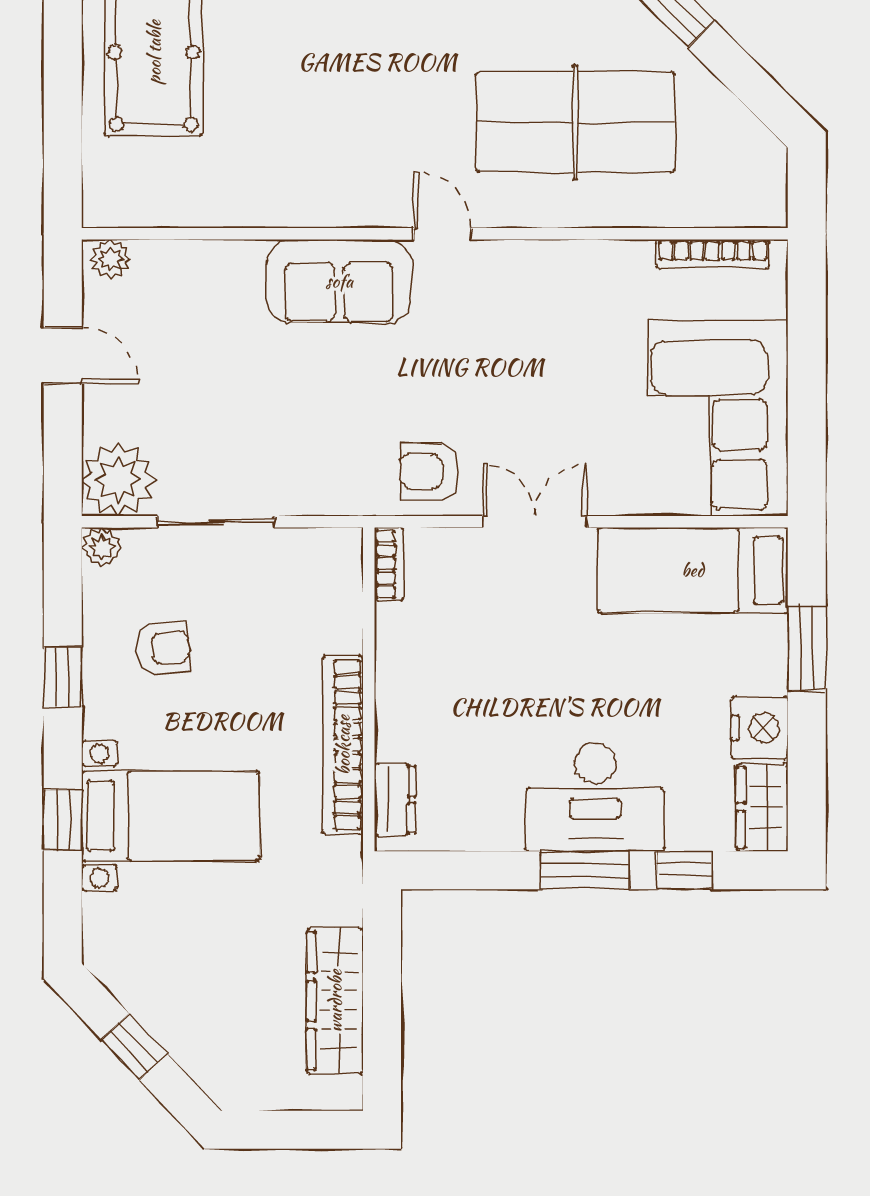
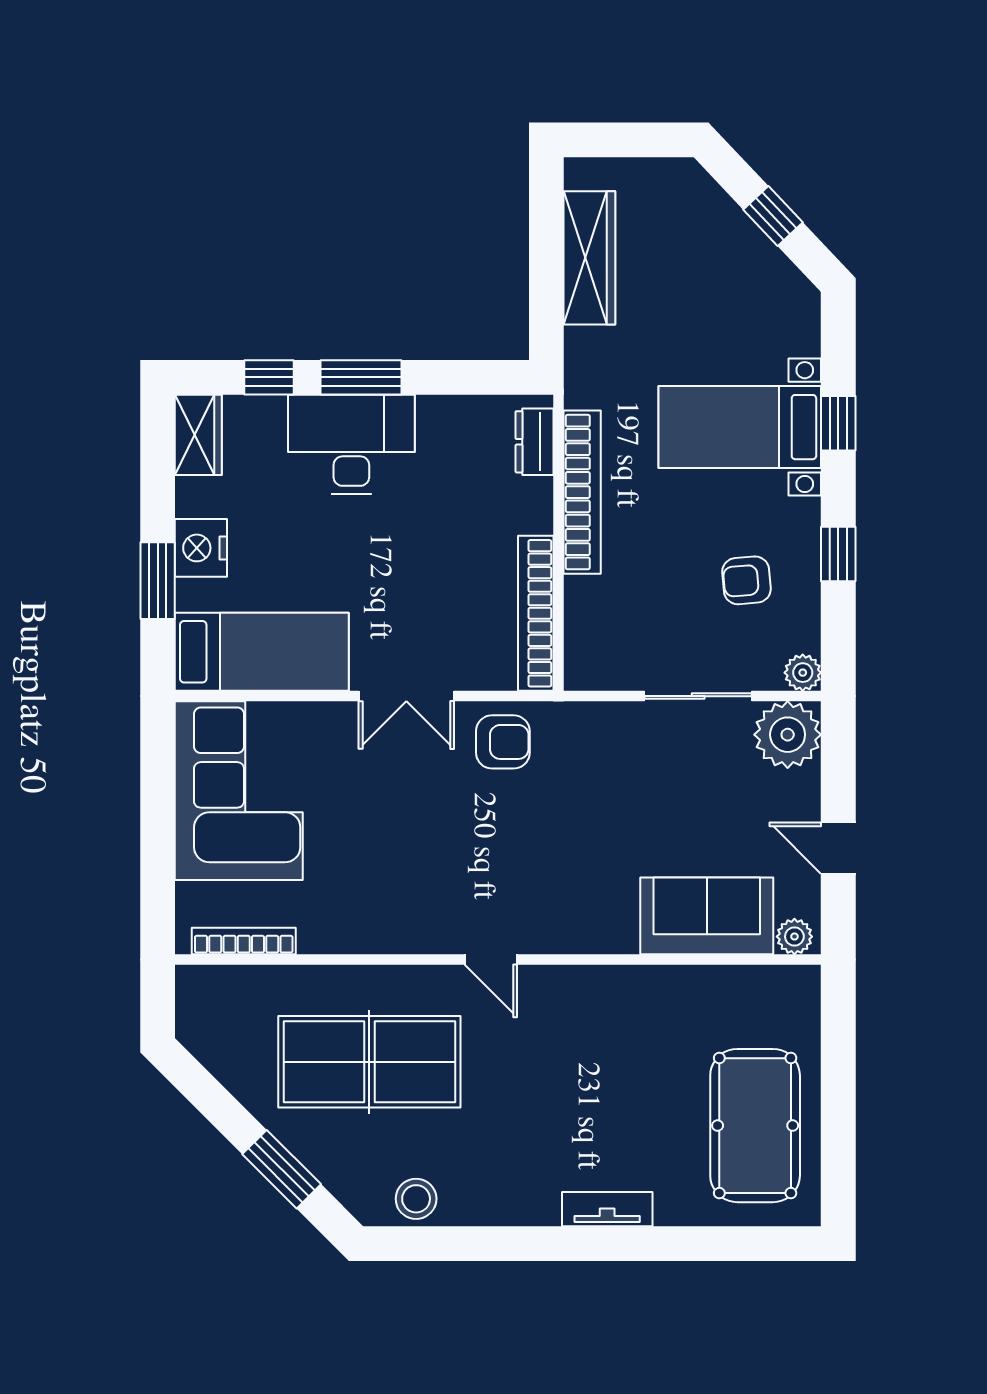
sofa: (339, 281) -> (707, 916), moved
bookcase: (389, 564) -> (536, 613), width x2.31, depth x1.31
nightstand: (759, 728) -> (201, 548), moved

